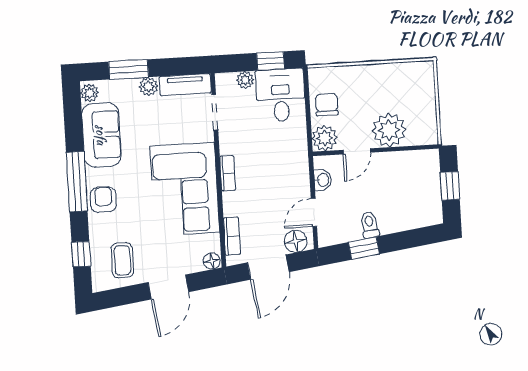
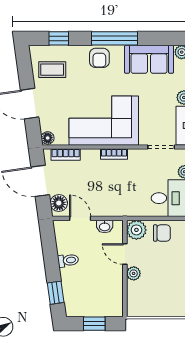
plant: (389, 130) -> (134, 273), width x0.53, depth x0.53
armchair: (103, 200) -> (99, 58), turned 90
window: (364, 248) -> (56, 293), moved

